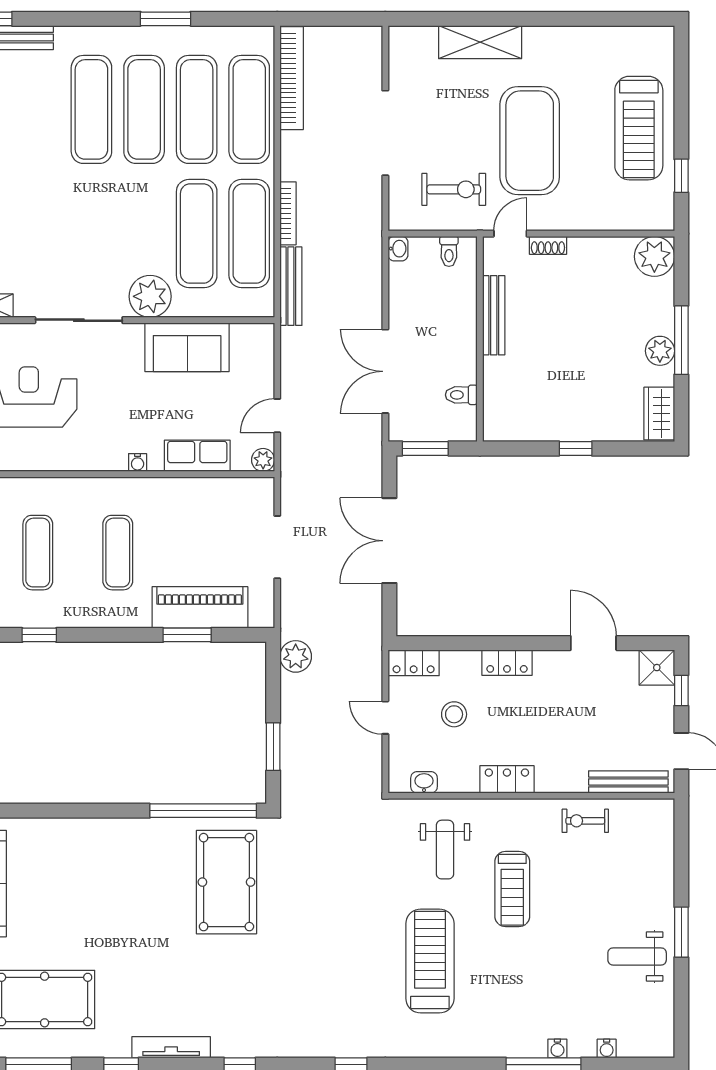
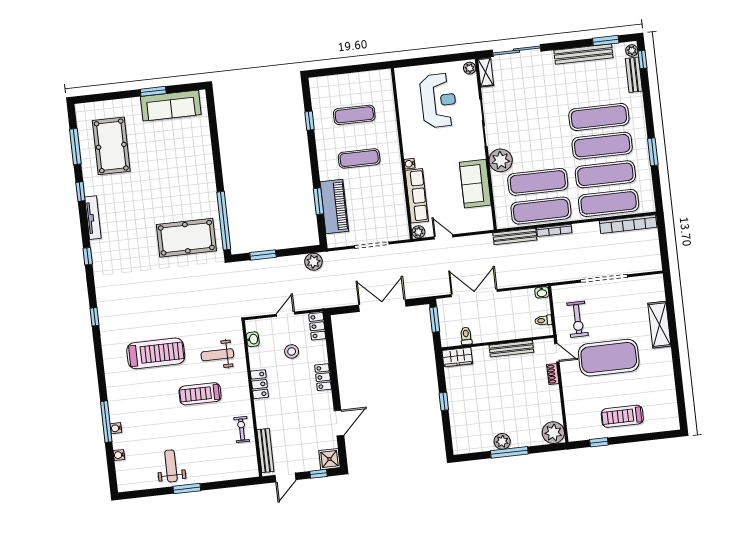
treadmill: (639, 128) -> (622, 416), width x0.73, depth x0.73
wardrobe: (659, 414) -> (457, 357), moved, turned 180
row of seats: (197, 456) -> (417, 196), width x1.48

